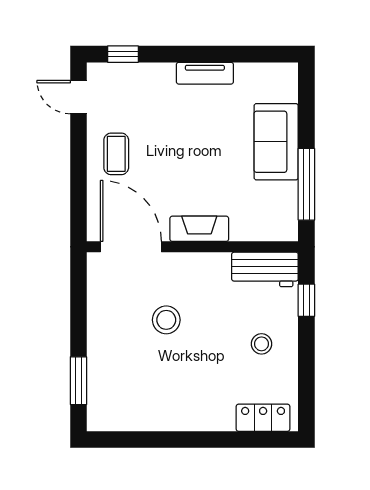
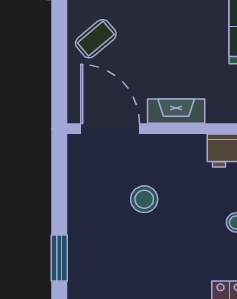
coffee table: (116, 154) -> (96, 39), turned 50

